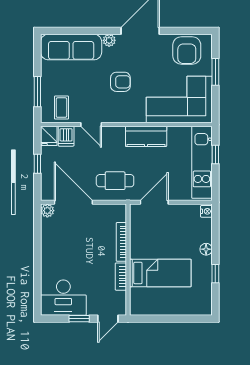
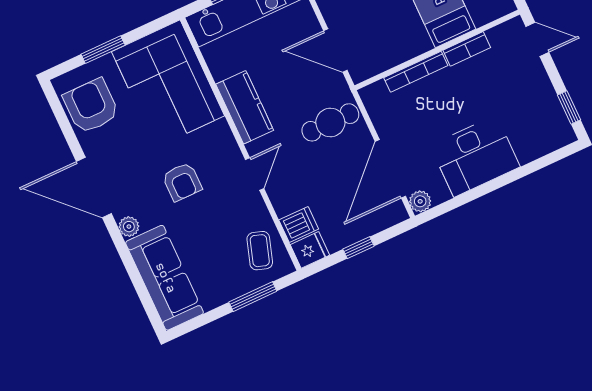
armchair: (187, 50) -> (91, 106), turned -90
armchair: (120, 82) -> (182, 182), turned 180
coffee table: (61, 108) -> (260, 251), turned -72
door: (91, 125) -> (255, 174), moved
cafe table: (115, 181) -> (330, 122), turned 90
desk: (63, 298) -> (475, 156), moved, turned 90
window: (79, 319) -> (569, 107), moved

